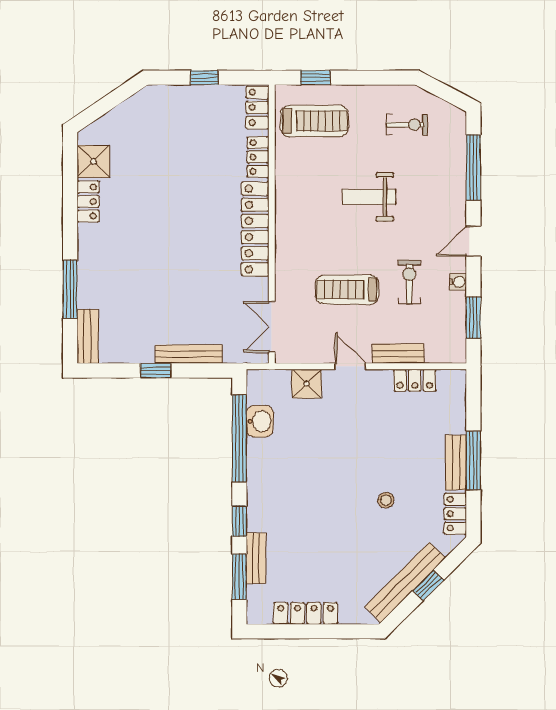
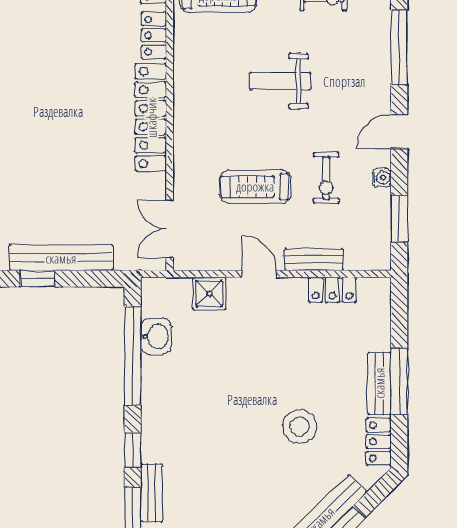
exercise bike: (409, 282) -> (326, 178), turned 180
bench: (189, 354) -> (61, 258), width x1.37, depth x1.21
stool: (386, 500) -> (300, 426), width x1.89, depth x1.89

